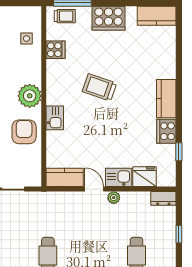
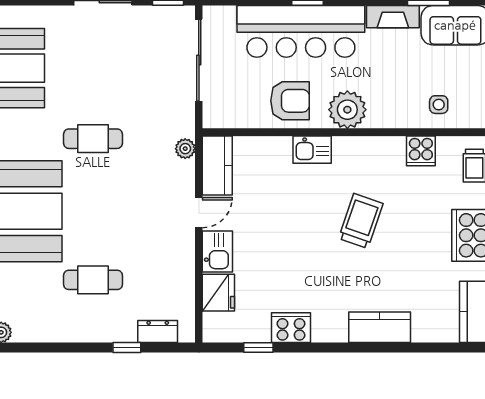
kitchen counter: (166, 99) -> (380, 327), moved
plant: (114, 198) -> (185, 149), moved
dresser: (163, 198) -> (158, 331), moved, turned 90

